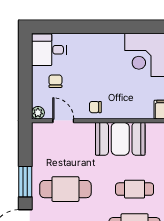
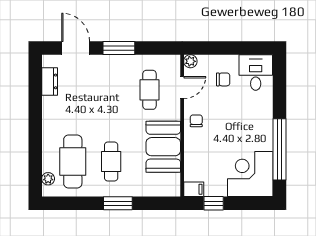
window: (123, 27) -> (280, 149), added
cafe table: (65, 189) -> (149, 90), moved, width x0.73, depth x0.74

